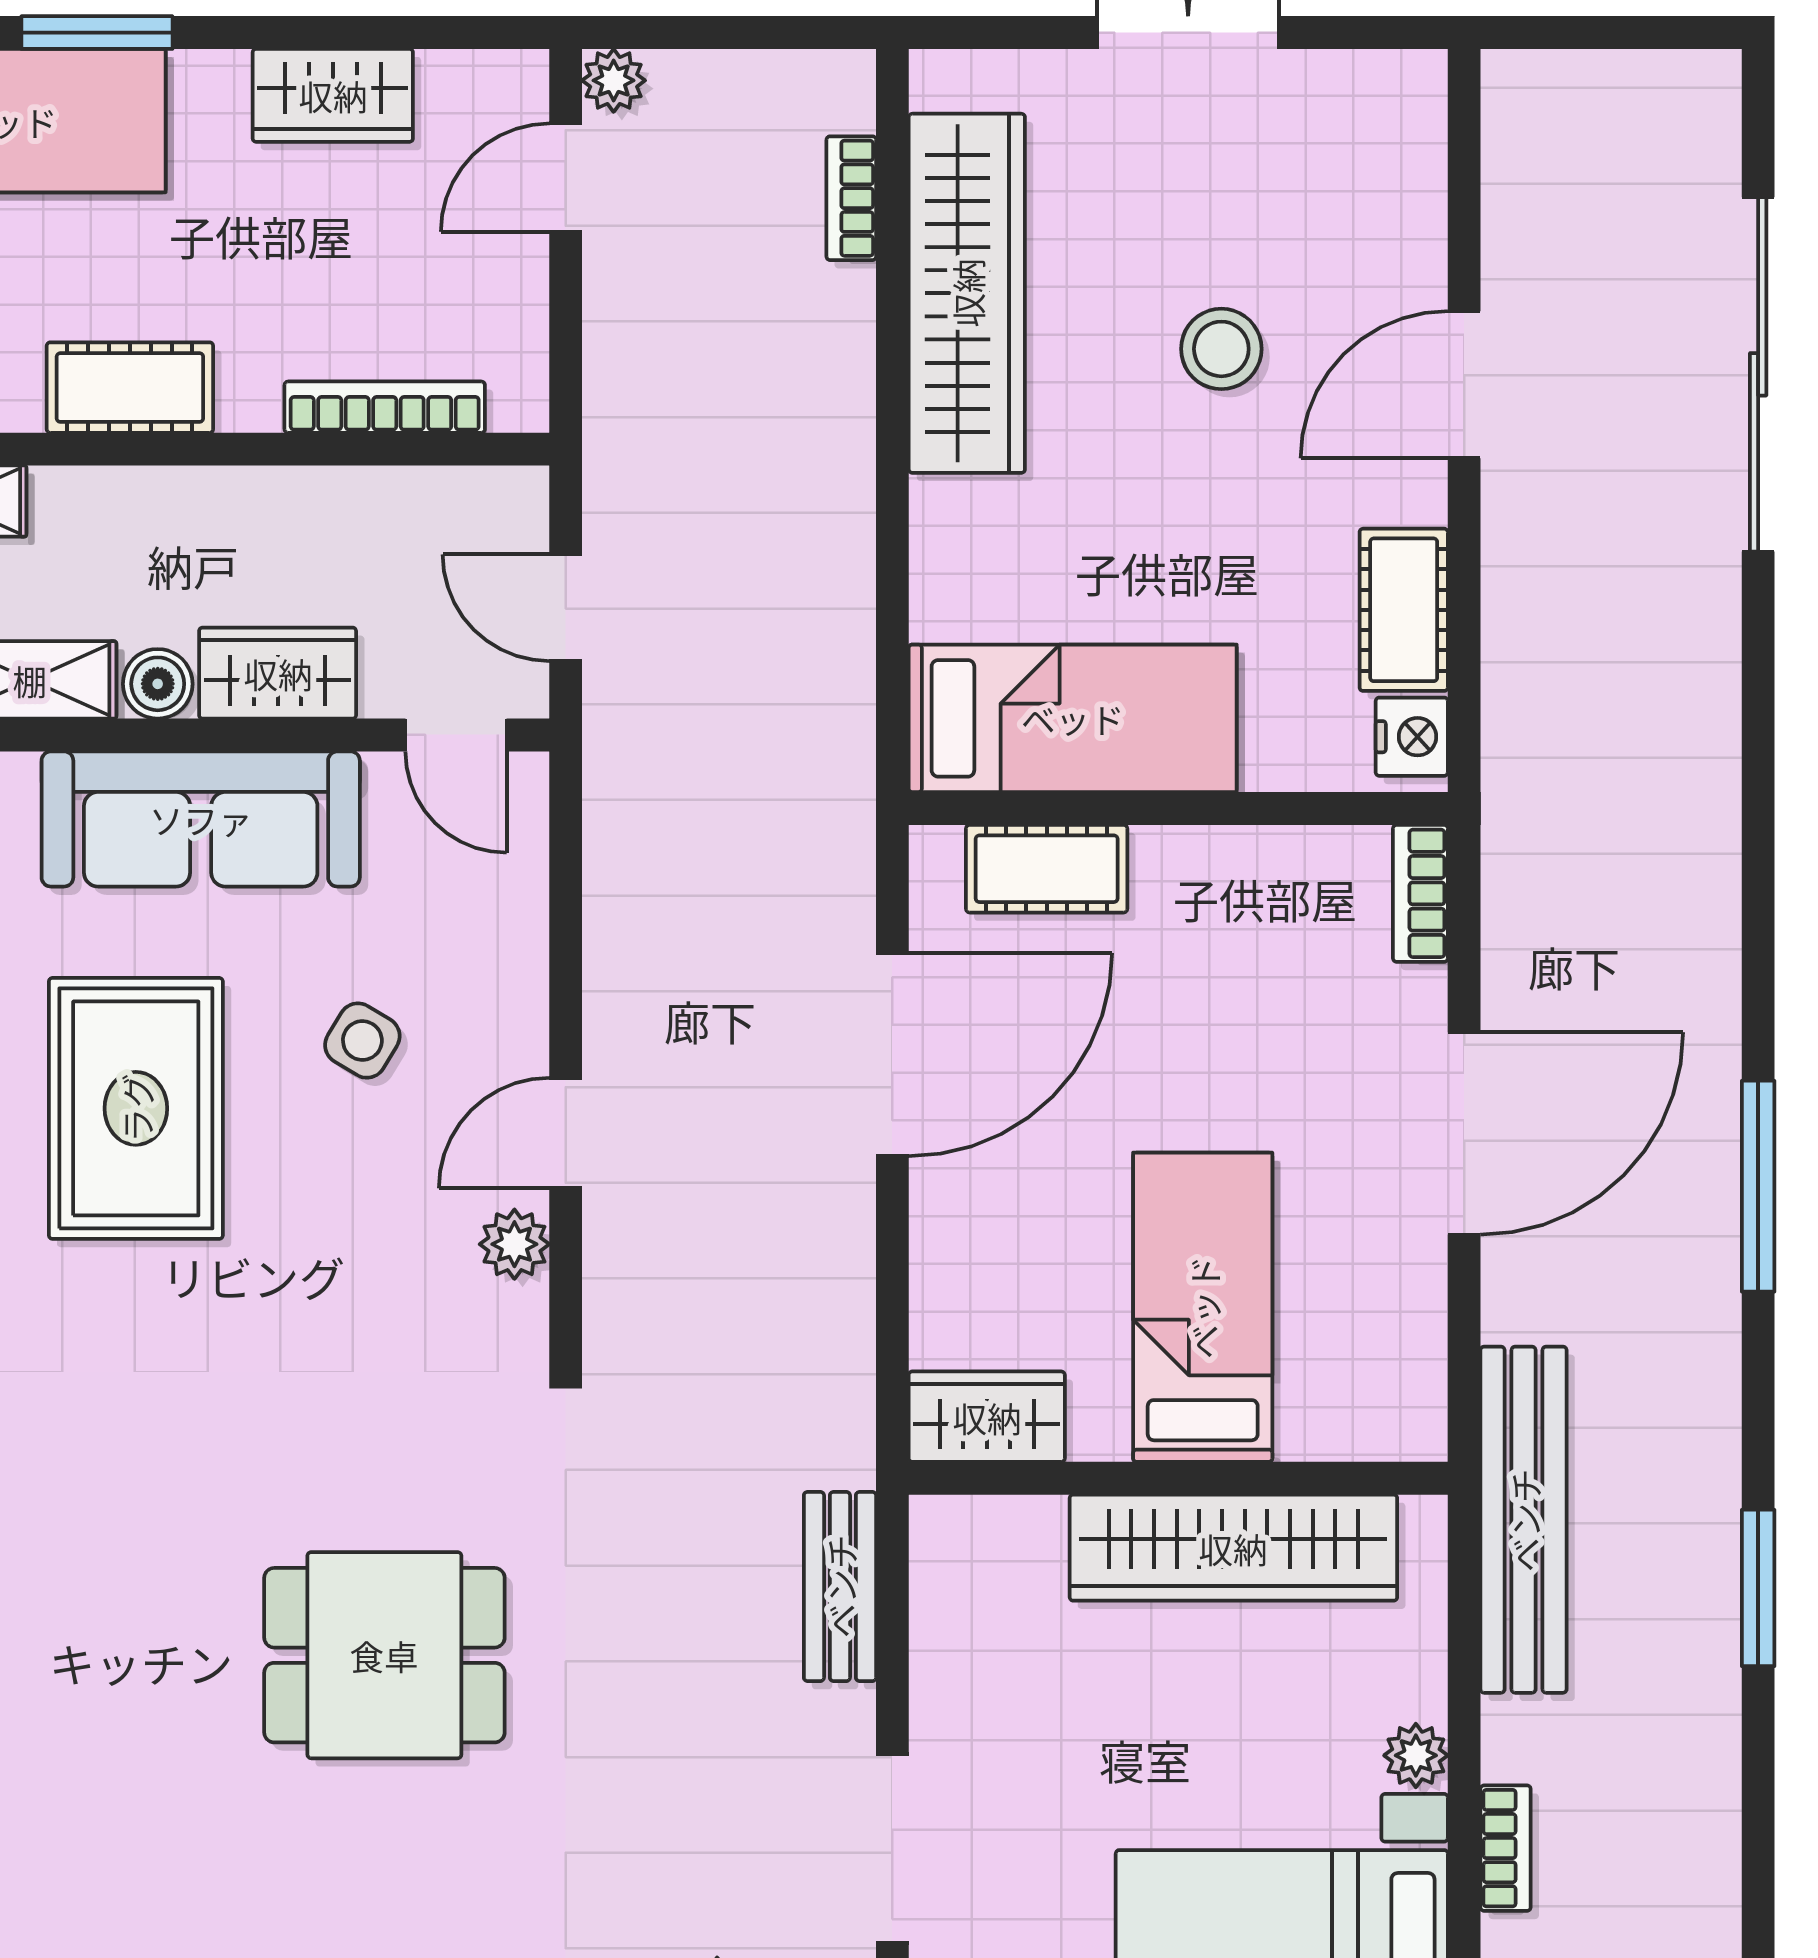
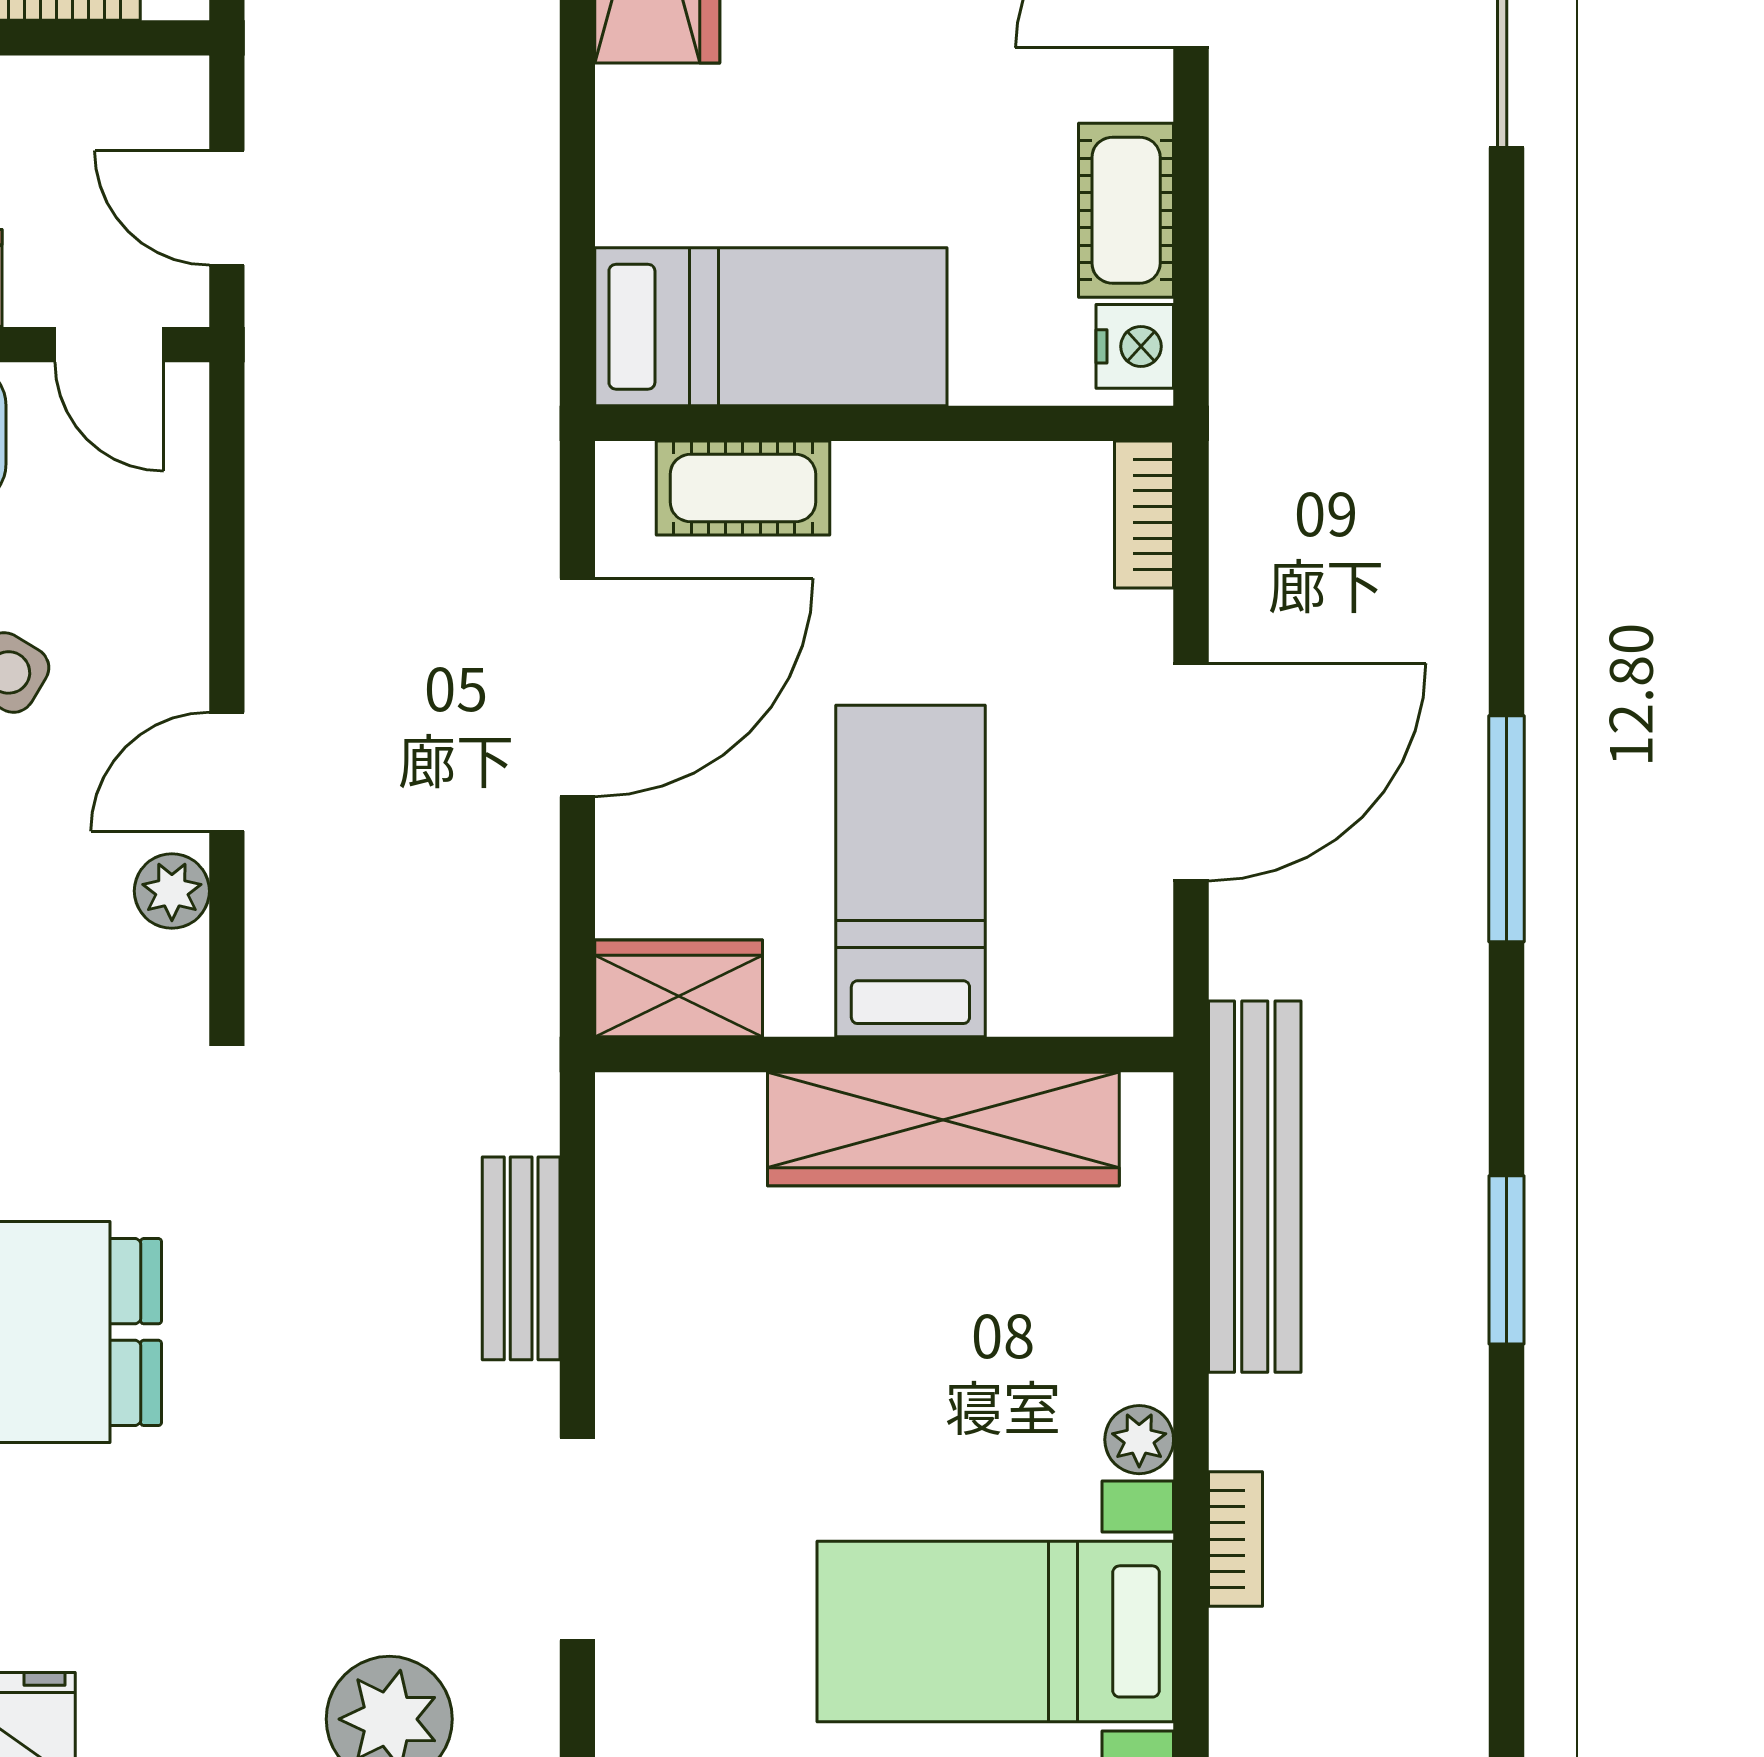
bed: (1203, 1307) -> (910, 871), moved
wardrobe: (987, 1417) -> (679, 988), moved
wall: (1178, 1478) -> (884, 1055), moved
wardrobe: (1233, 1548) -> (943, 1129), moved

